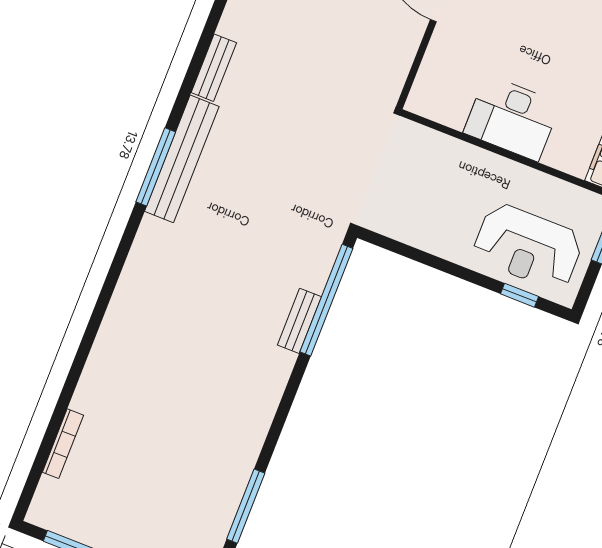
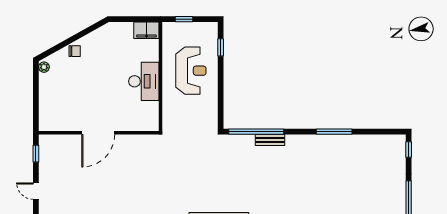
reception desk: (528, 247) -> (191, 71), moved
window: (246, 506) -> (334, 132), moved

